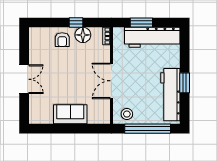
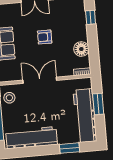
window: (76, 22) -> (91, 17), moved
armchair: (62, 40) -> (45, 37), moved
window: (185, 83) -> (69, 148), moved

